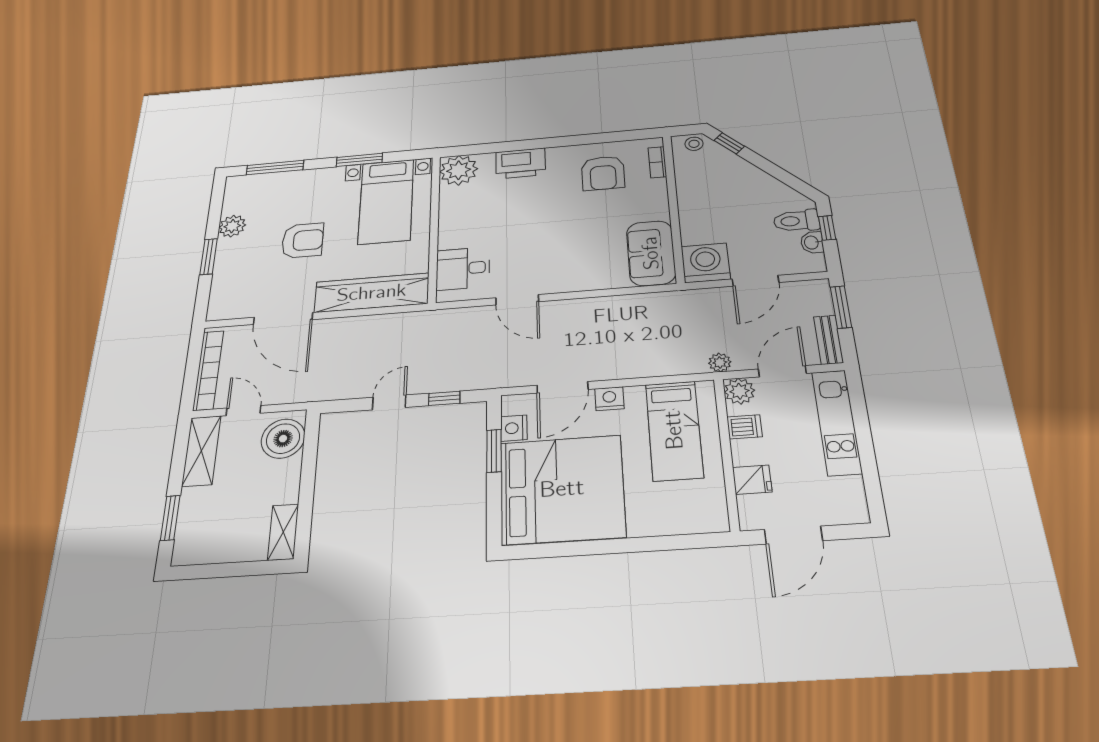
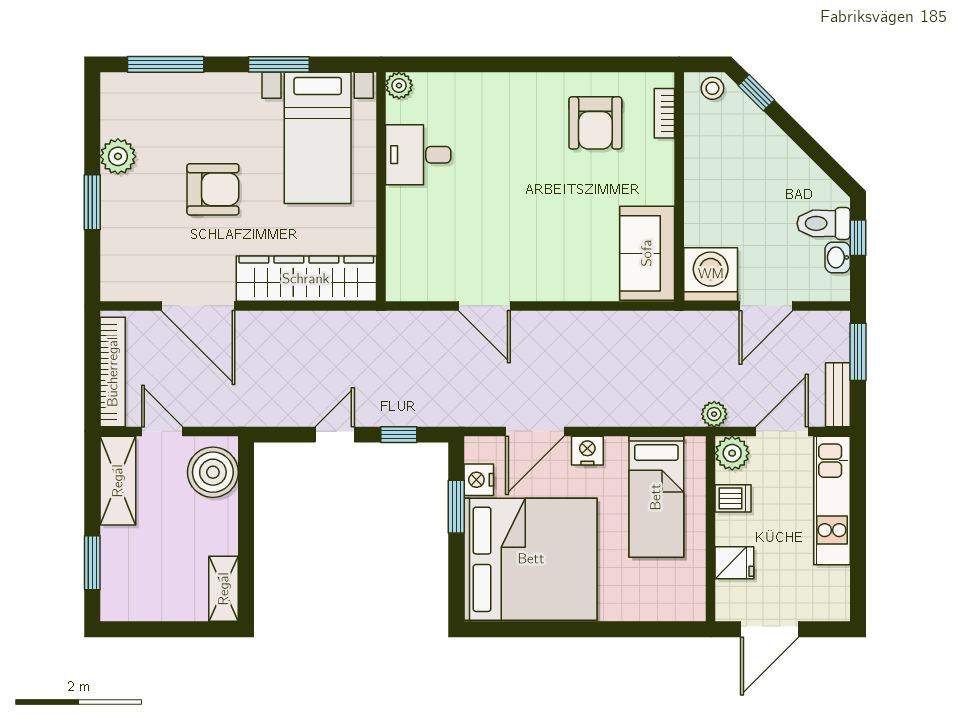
printer: (521, 163) -> (491, 95), removed
plant: (459, 170) -> (399, 85), width x0.53, depth x0.53
desk: (463, 269) -> (418, 155), moved

